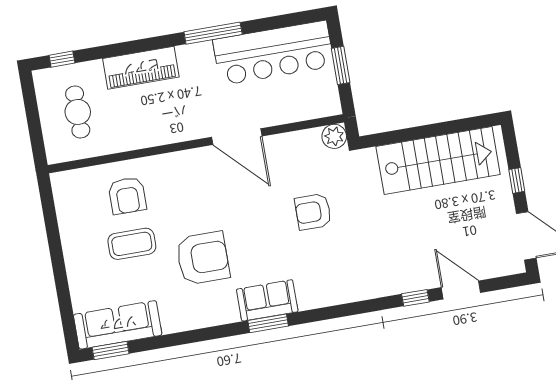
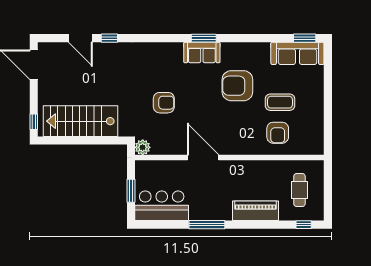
bar counter: (273, 53) -> (162, 206), width x0.73
window: (517, 180) -> (34, 122), moved
armchair: (127, 196) -> (278, 133), turned 180

